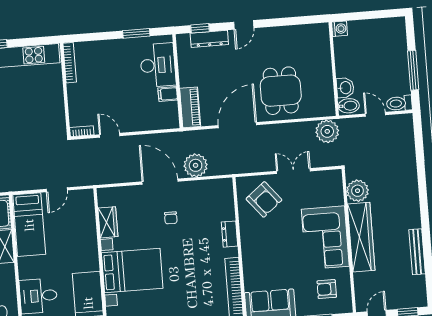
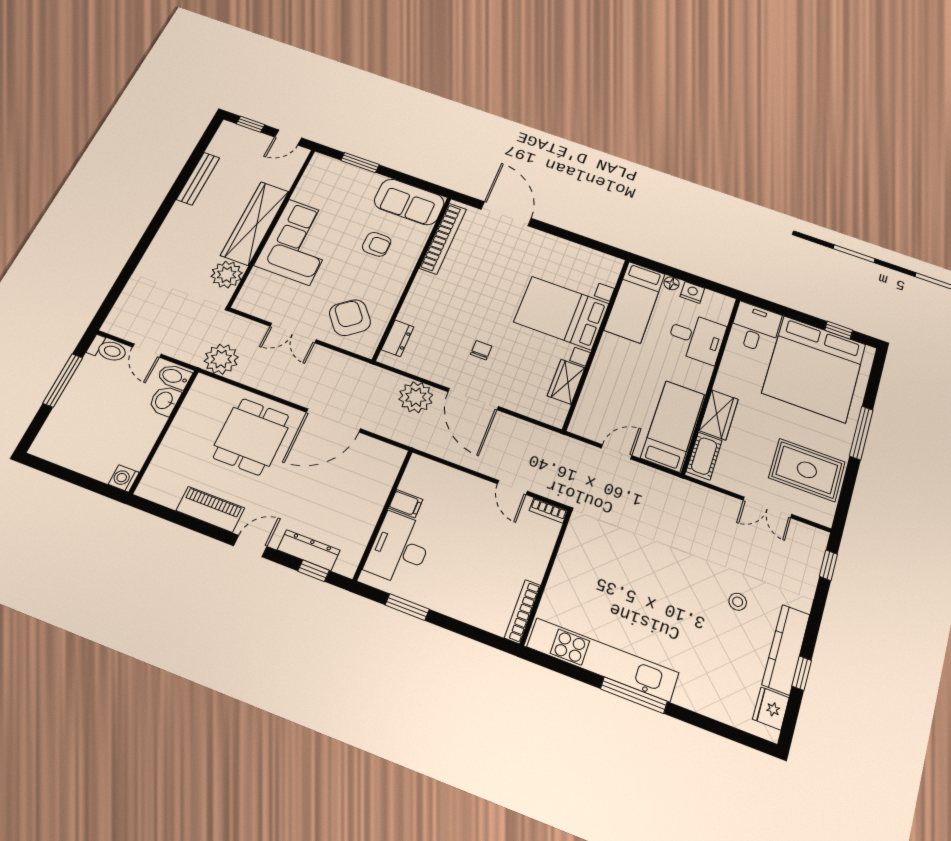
piano: (190, 107) -> (210, 509), moved, turned 90
dresser: (230, 234) -> (398, 338), moved
armchair: (327, 289) -> (377, 244), moved

